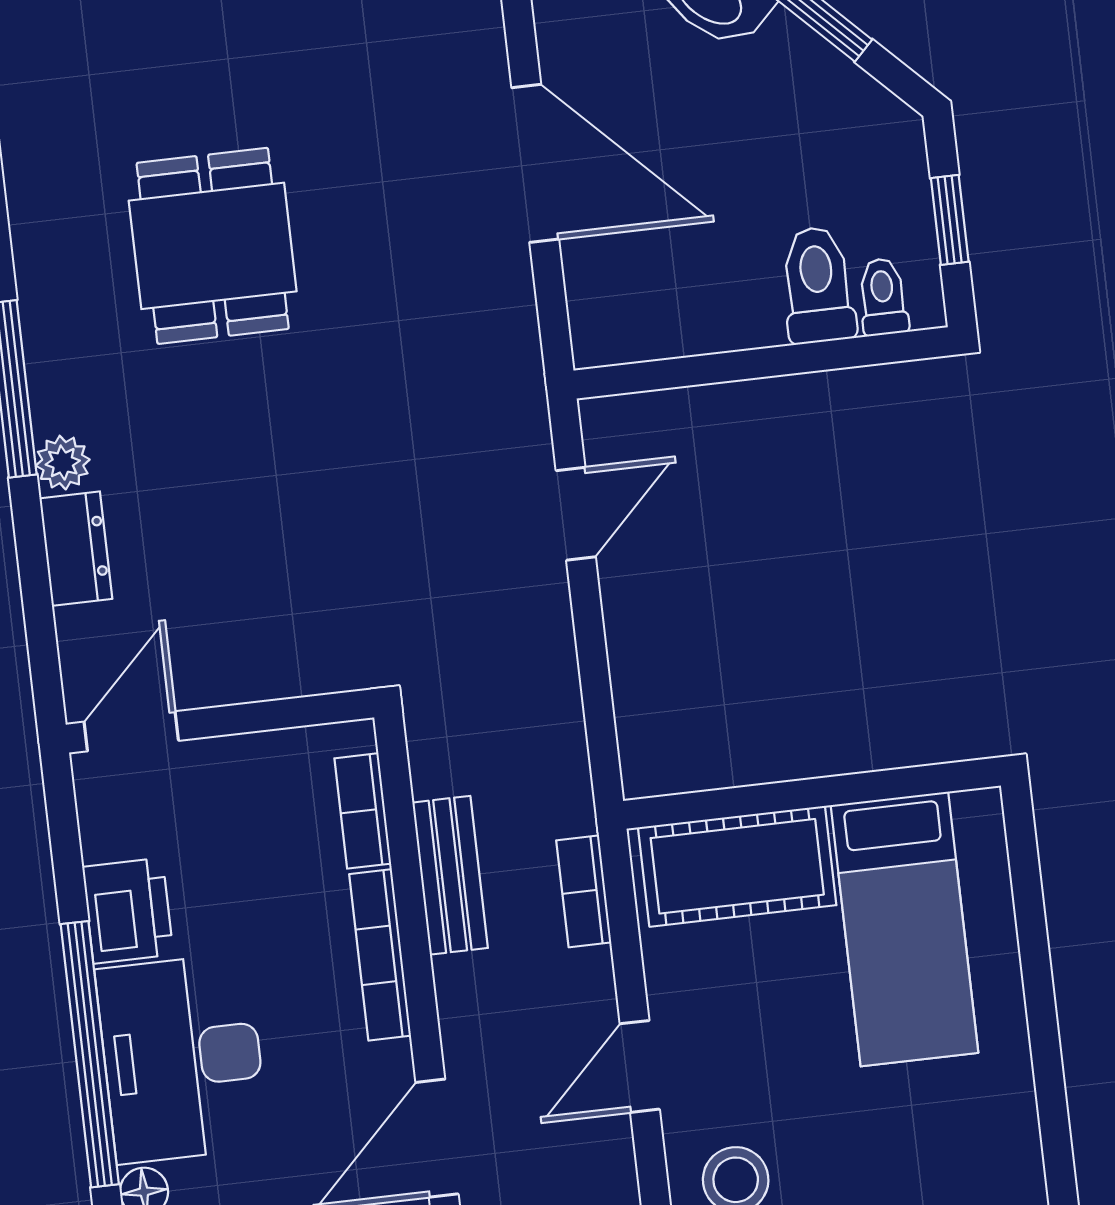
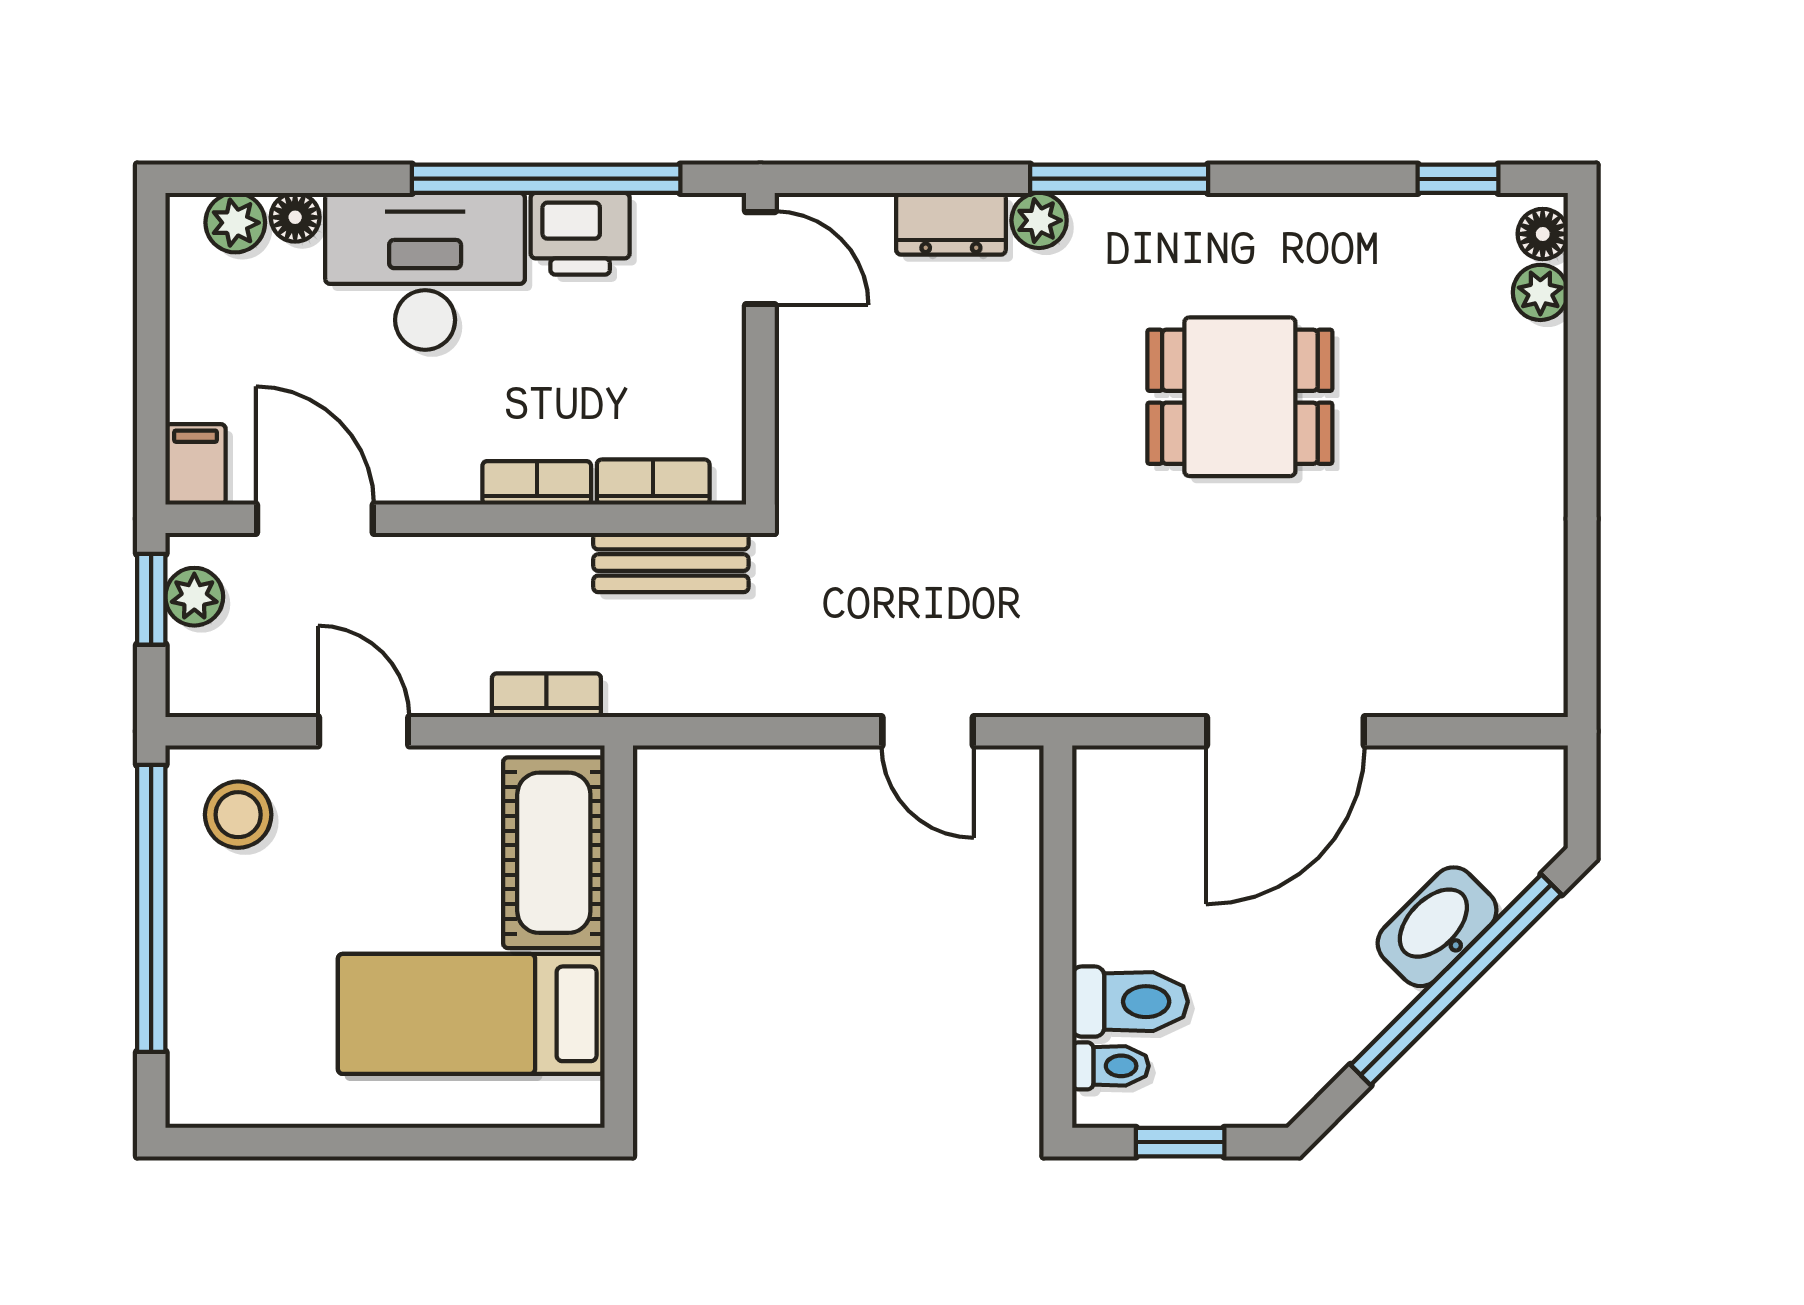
bench: (450, 875) -> (671, 563), moved
bookcase: (380, 955) -> (537, 483), width x0.64
window: (90, 1054) -> (546, 179), moved

